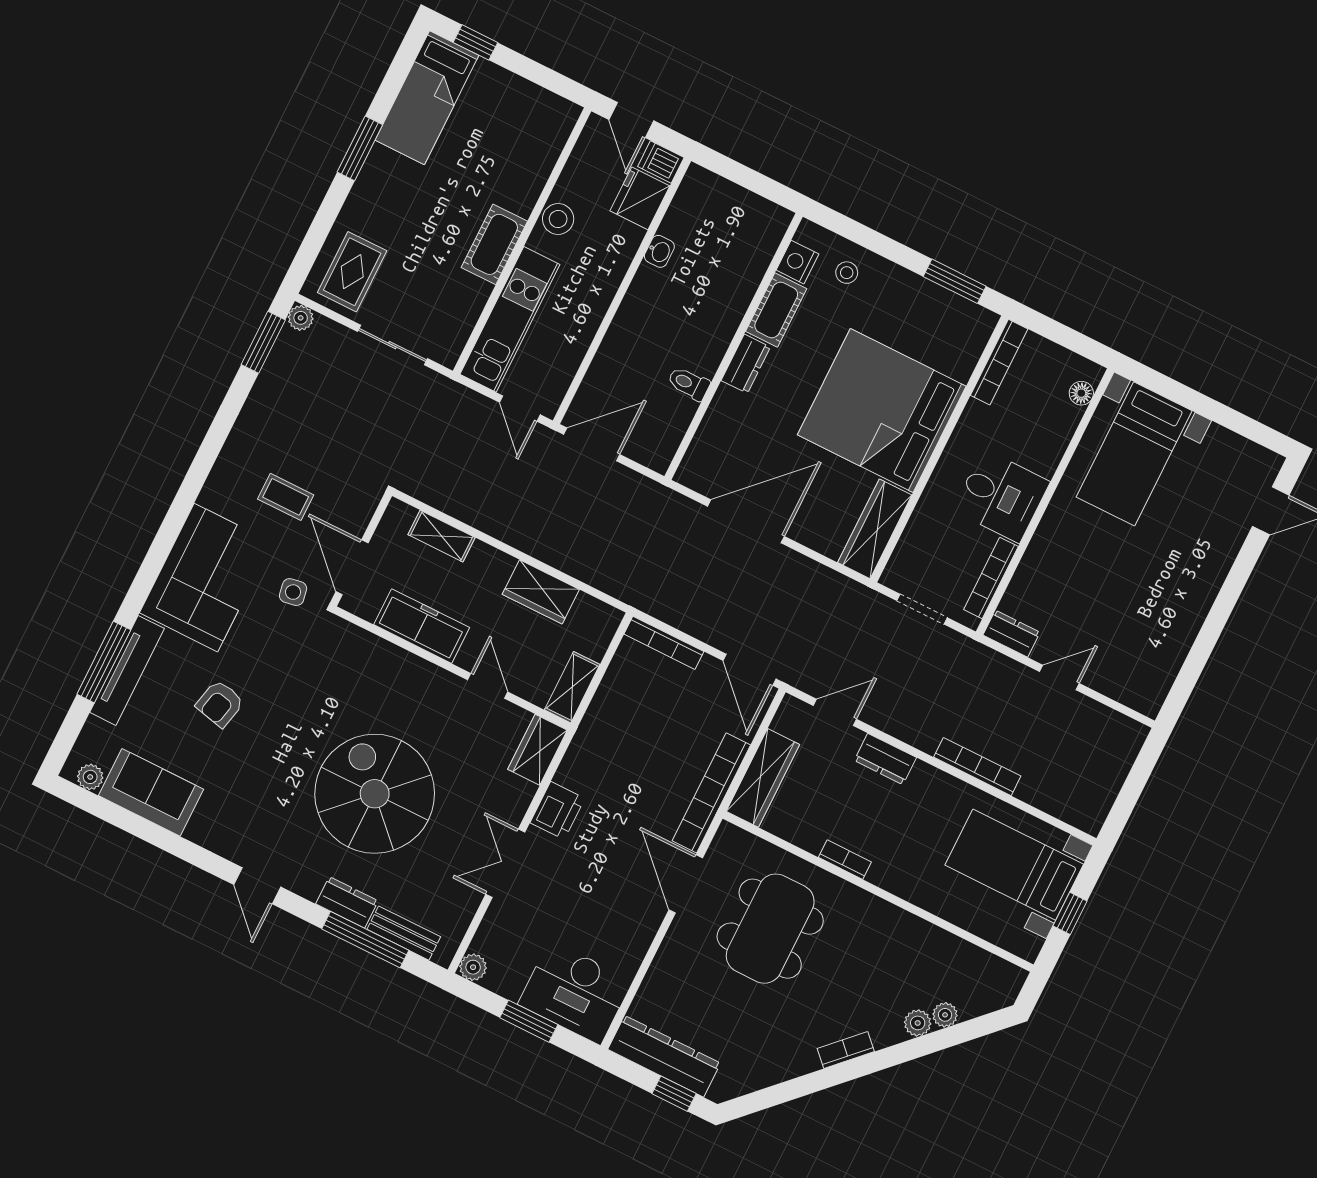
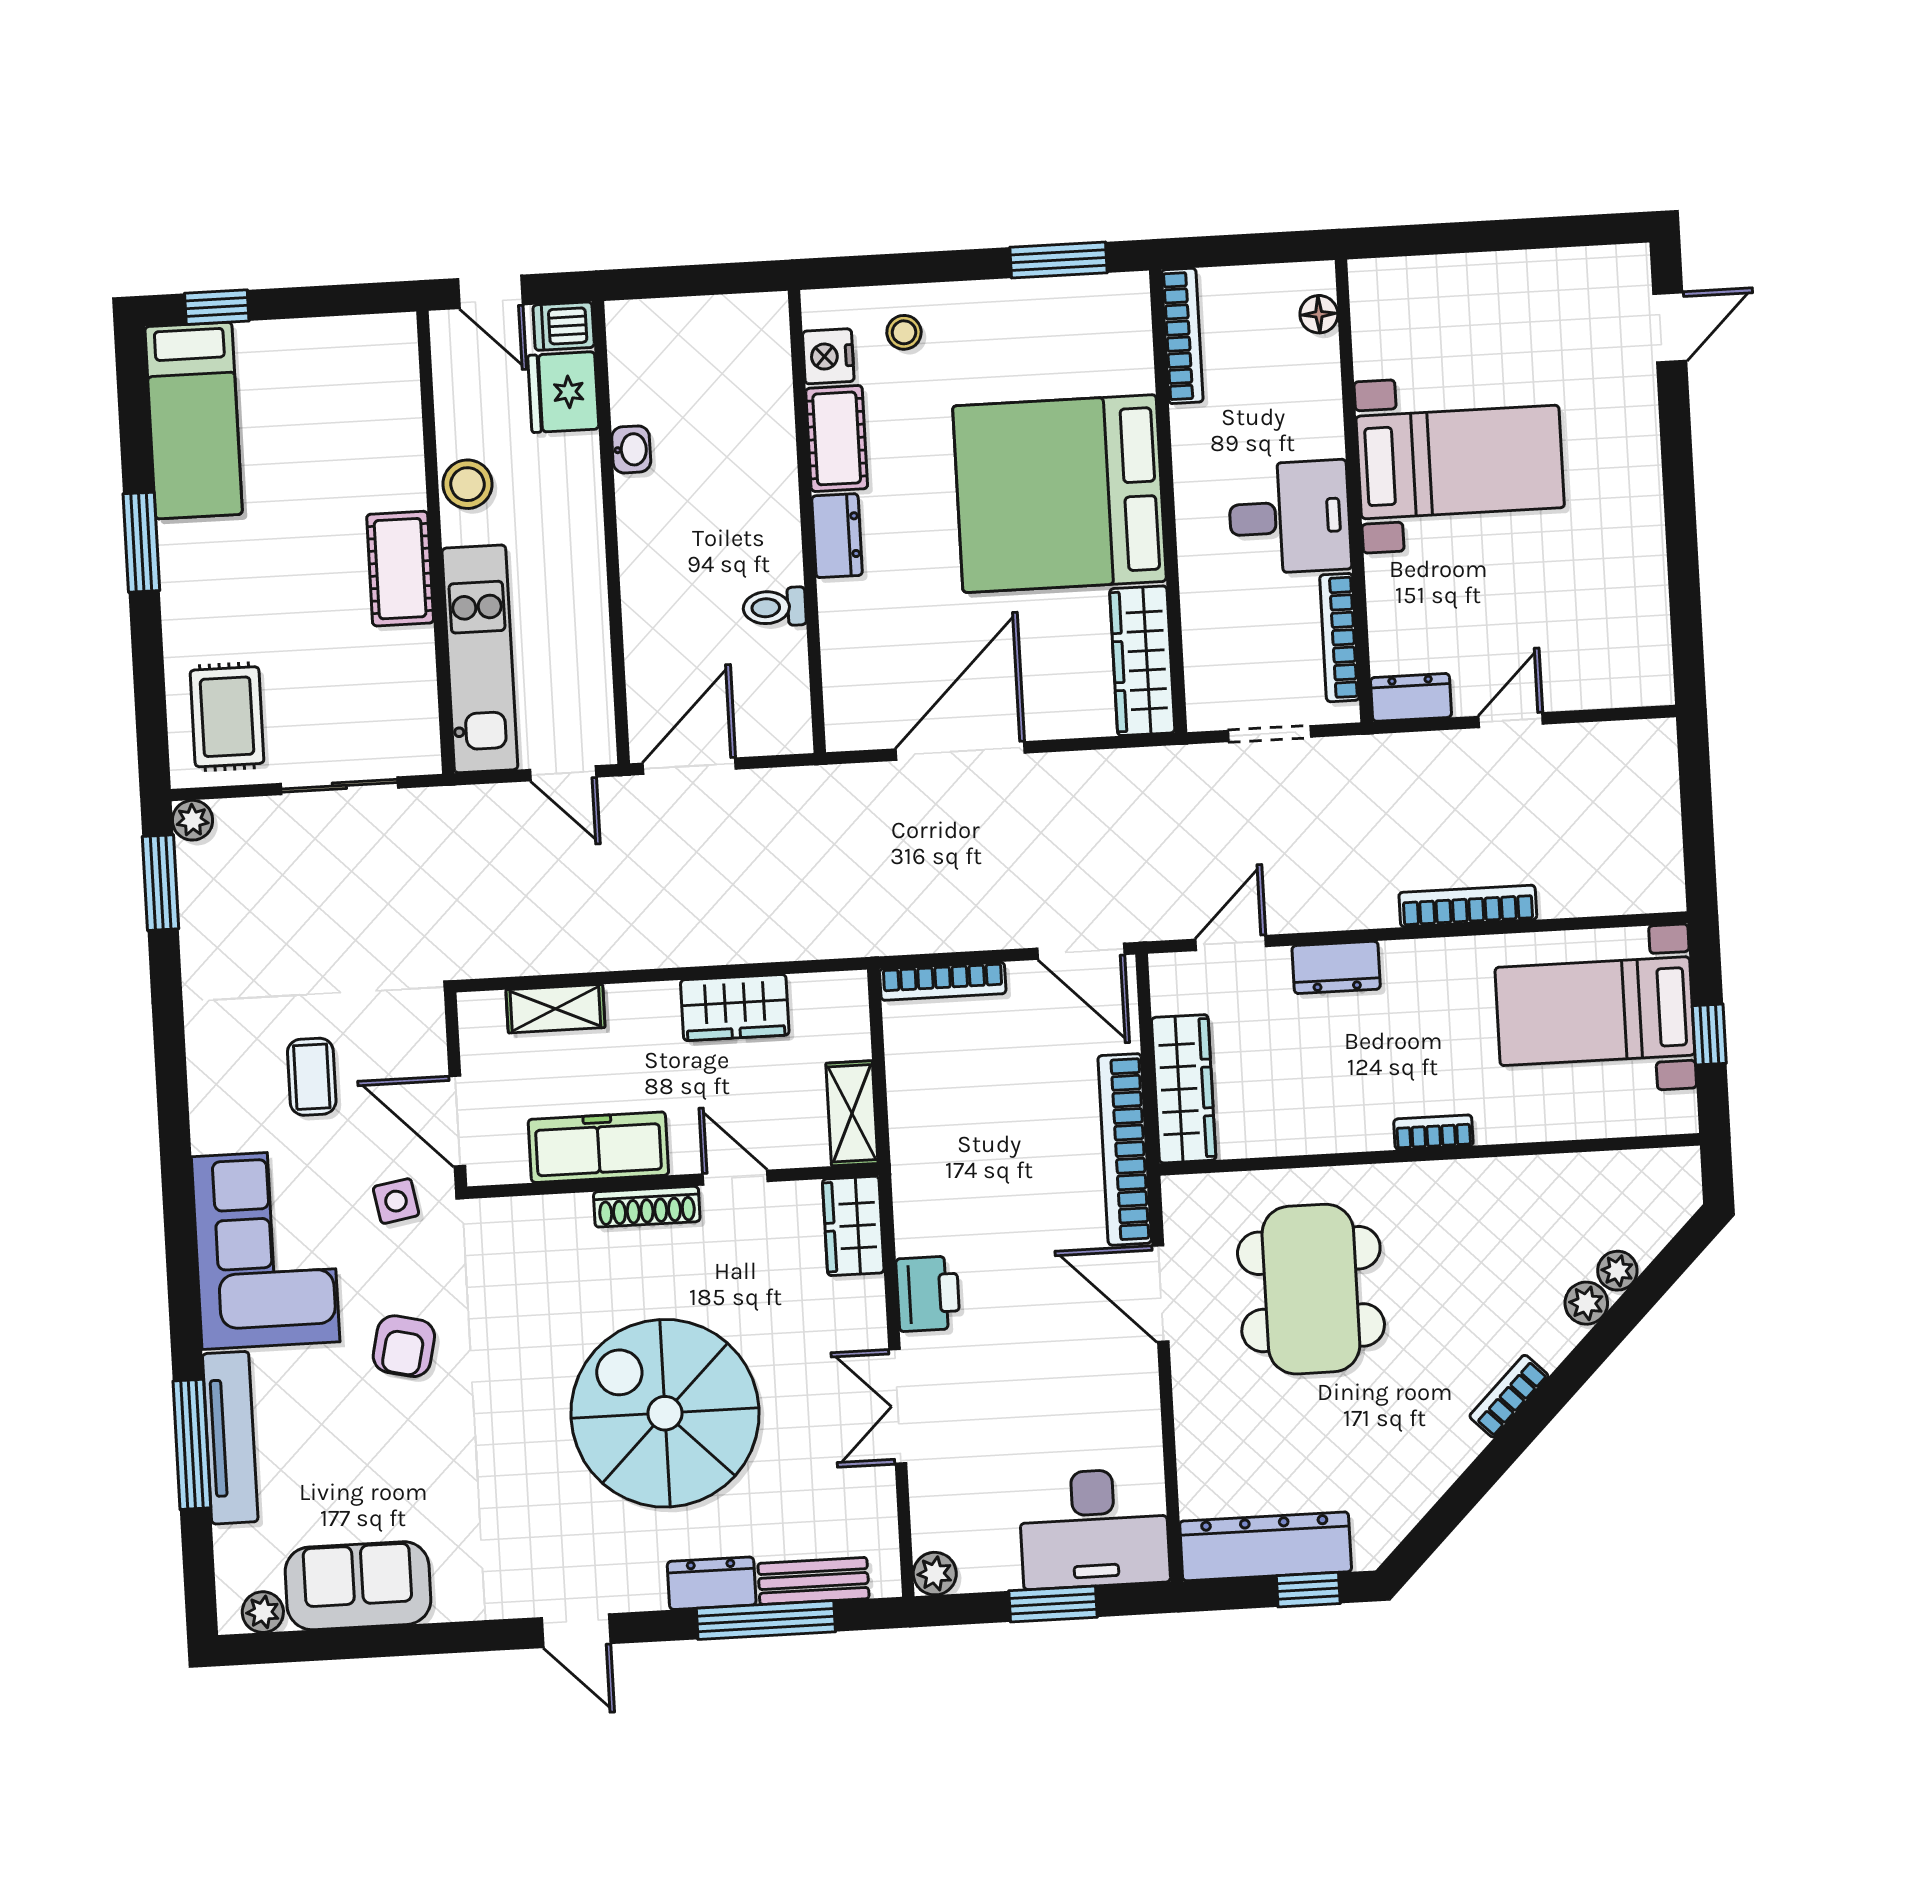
bed with nightstands: (1134, 454) -> (1460, 462), moved, turned -90
coffee table: (286, 497) -> (312, 1077), turned 90
shoe rack: (430, 674) -> (647, 1207), added
armchair: (220, 704) -> (404, 1346), moved
bookcase: (845, 860) -> (1433, 1132), moved

